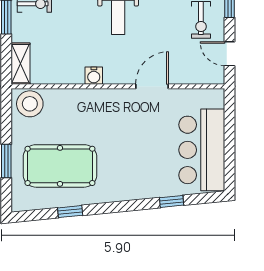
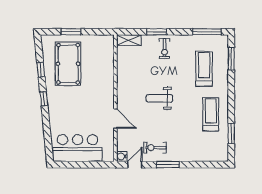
water cooler: (94, 76) -> (122, 156), moved
stool: (30, 104) -> (105, 46), removed
window: (172, 201) -> (44, 99), moved

